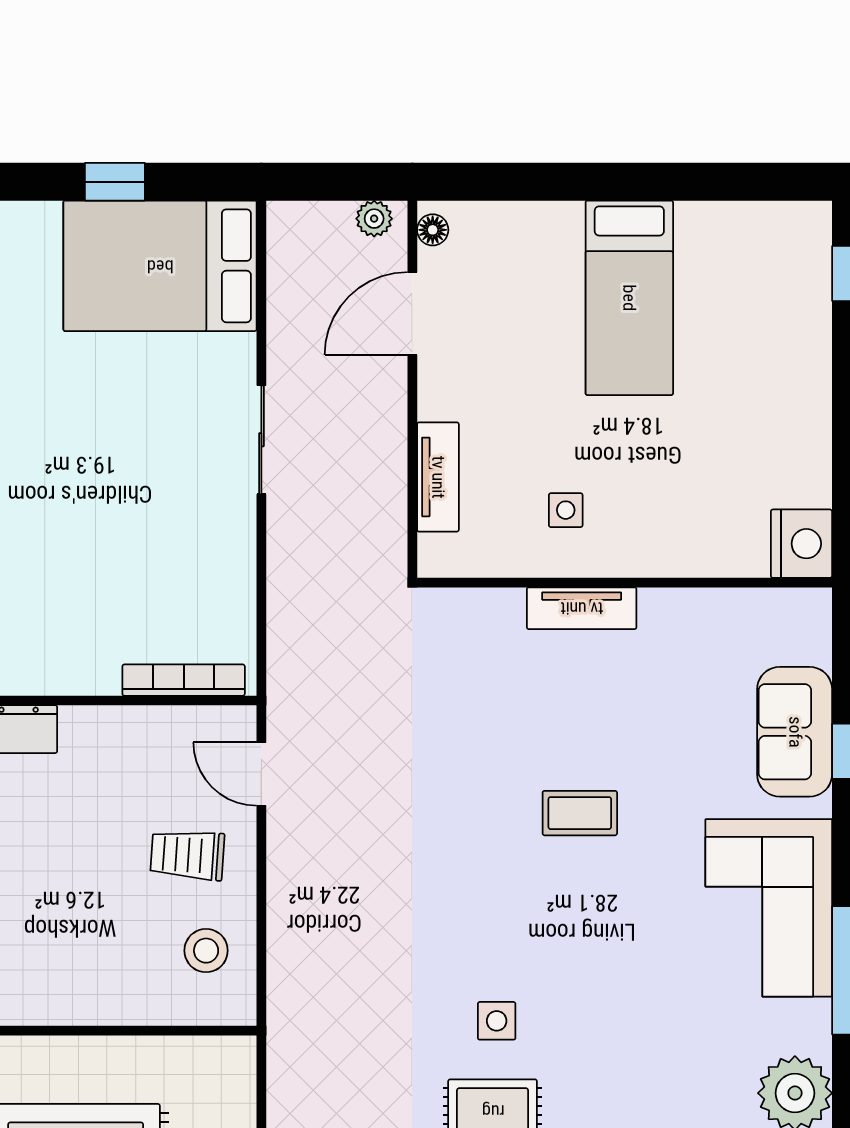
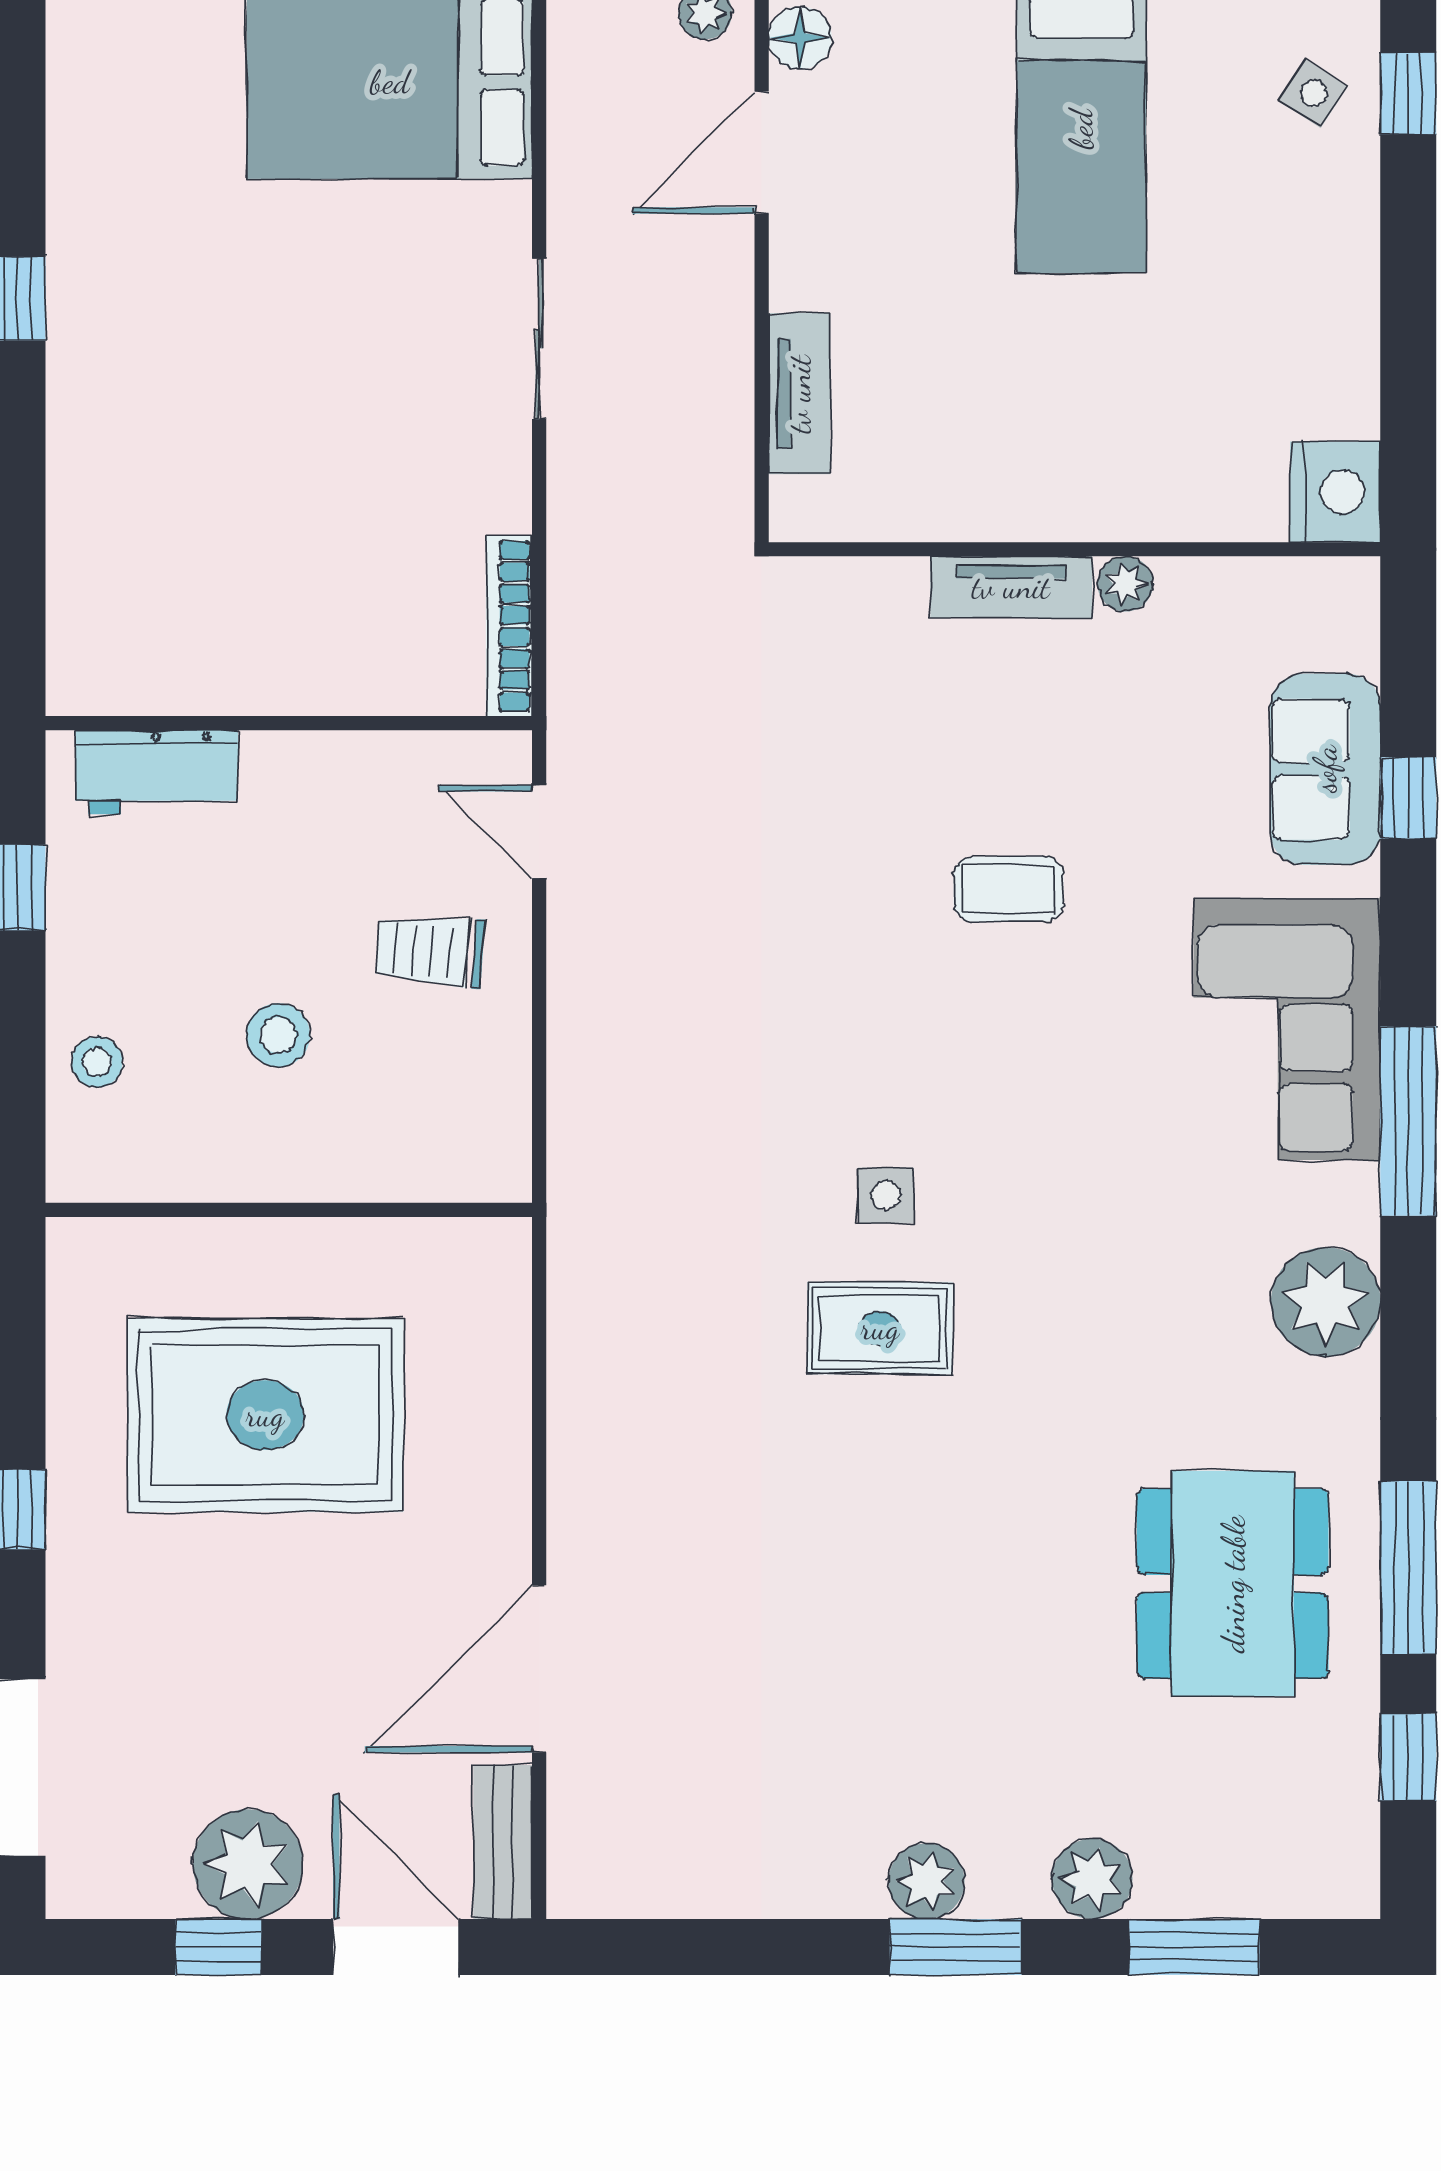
floor lamp: (433, 230) -> (800, 38), width x1.37, depth x1.37
side table: (566, 510) -> (1313, 94), moved, turned 33
plant: (659, 606) -> (1125, 584), added
bookcase: (184, 680) -> (509, 626), moved, turned -90
stool: (206, 951) -> (278, 1035), moved

